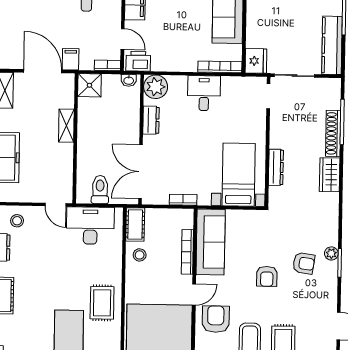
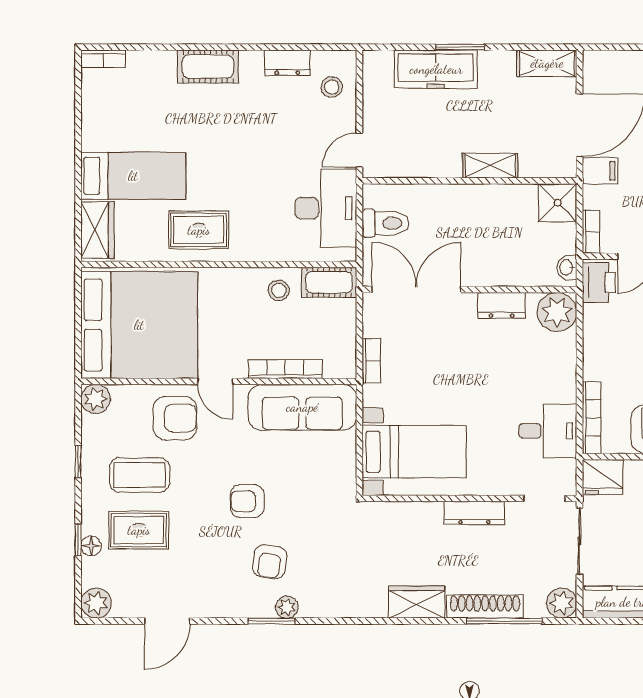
plant: (332, 87) -> (562, 603), added
desk: (204, 93) -> (548, 431), moved
dresser: (276, 167) -> (474, 513), moved

